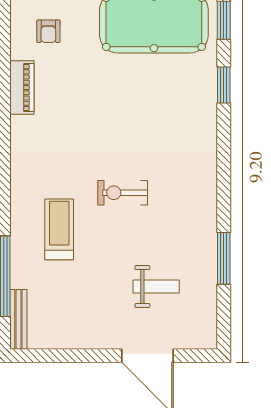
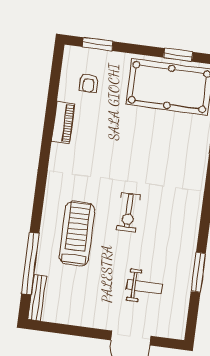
exercise bike: (123, 193) -> (129, 212), turned -90
treadmill: (59, 229) -> (77, 234), width x1.37, depth x1.38

